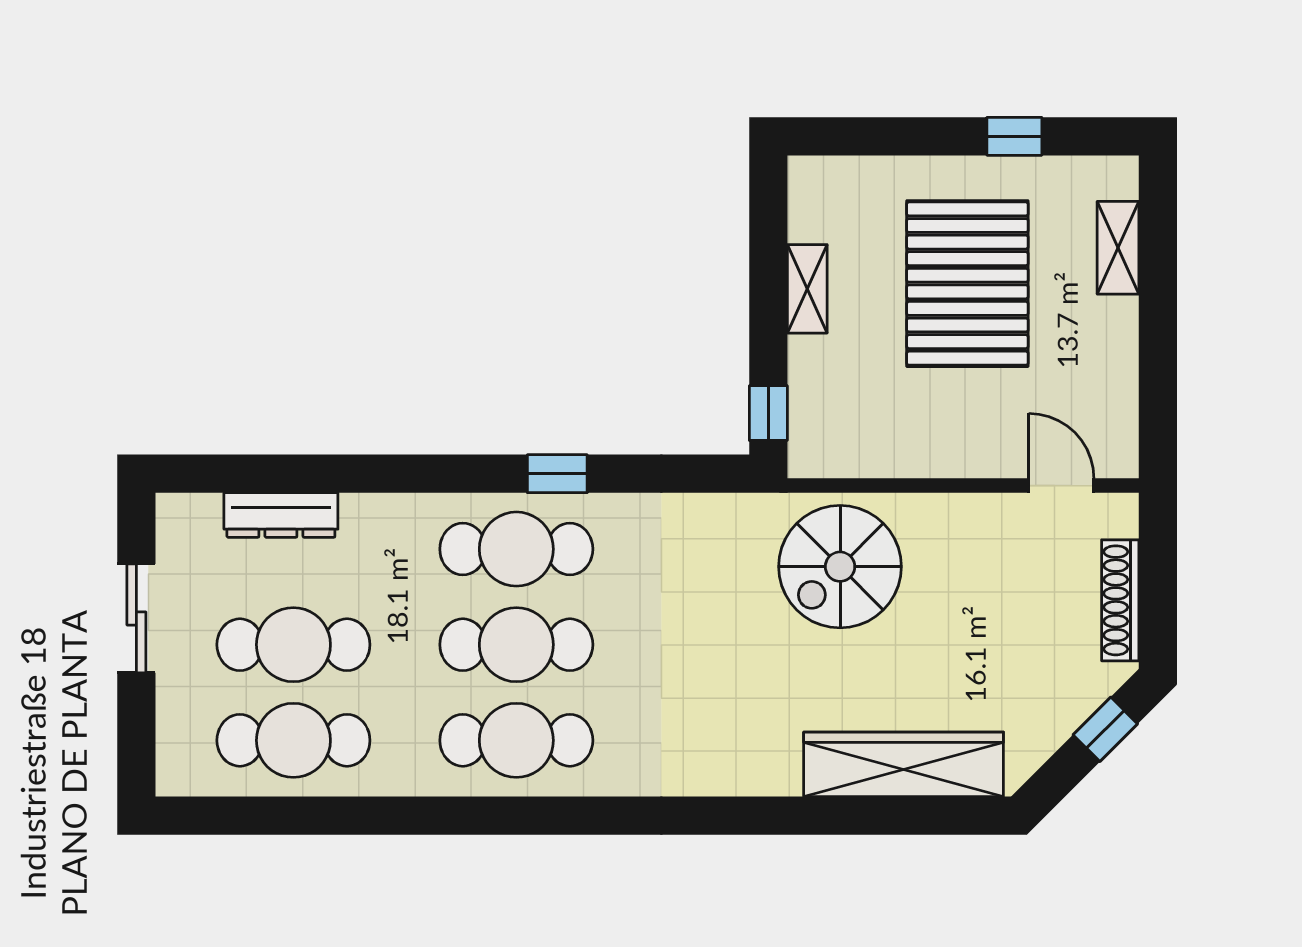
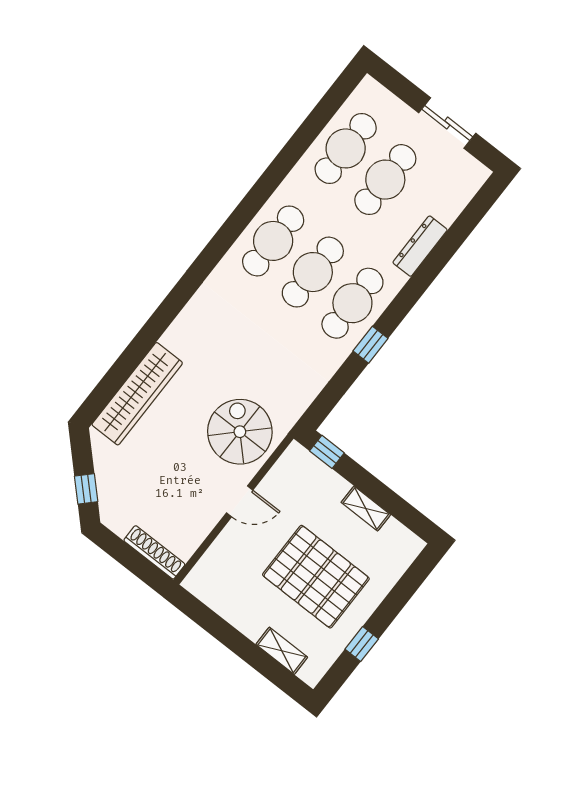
door: (1061, 486) -> (240, 501), moved
dresser: (281, 515) -> (420, 246), moved
shoe rack: (1120, 600) -> (154, 552), moved

